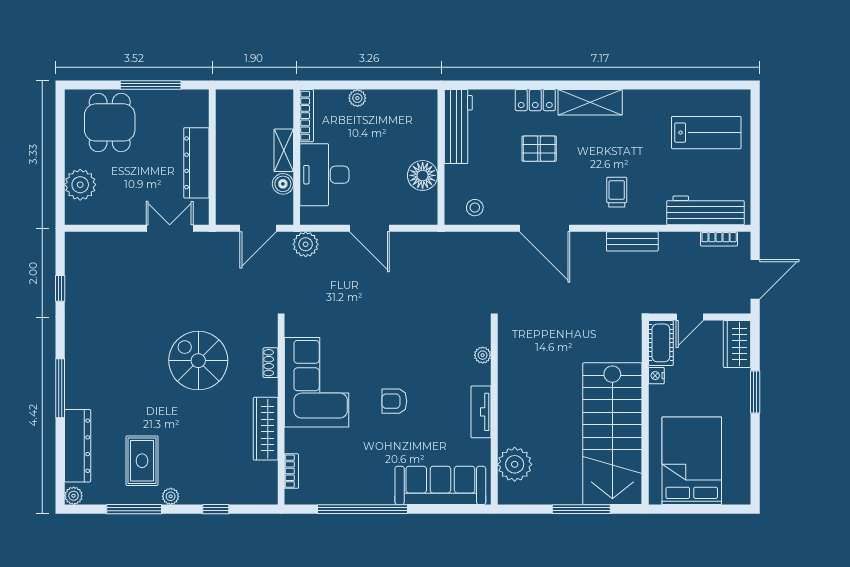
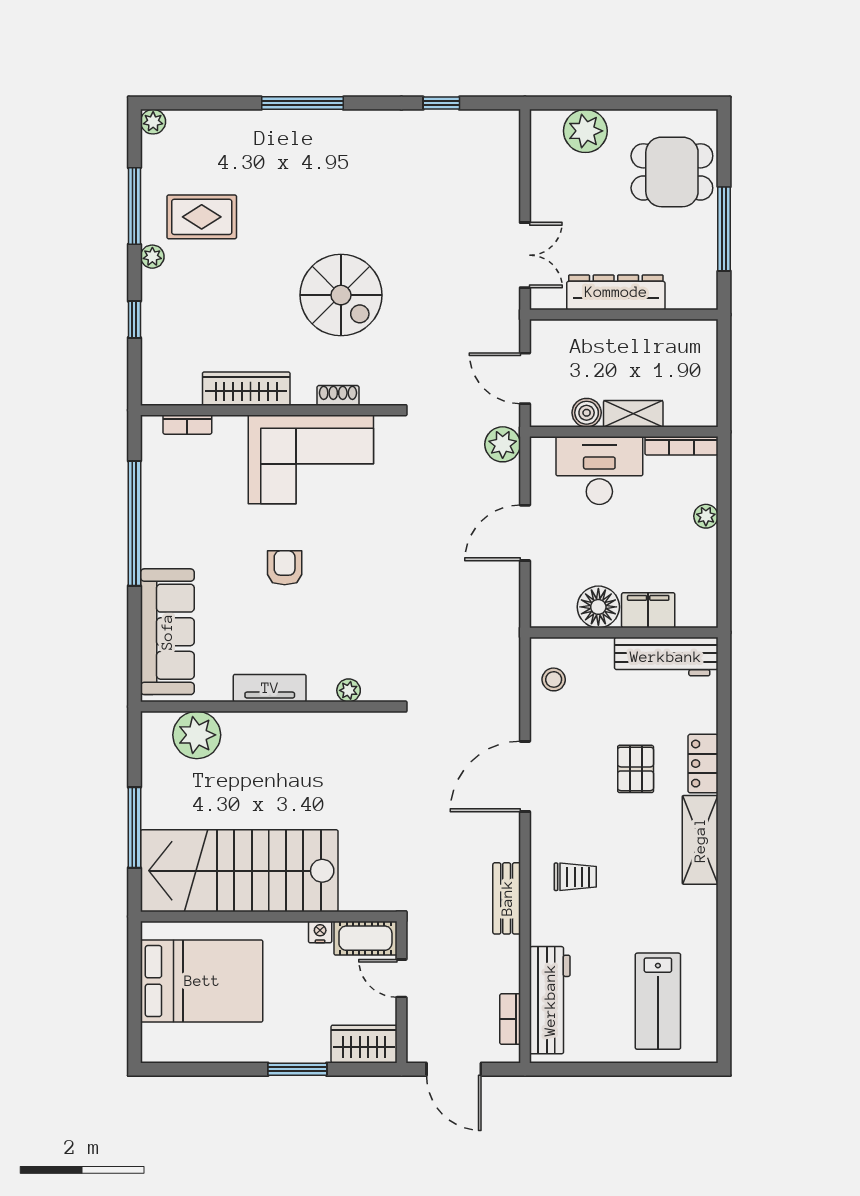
filing cabinet: (425, 140) -> (648, 610), added
spiral stairs: (198, 361) -> (341, 295), turned 90
dresser: (78, 446) -> (223, 127), removed

